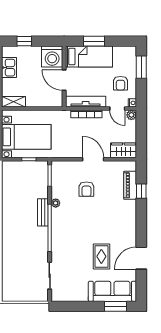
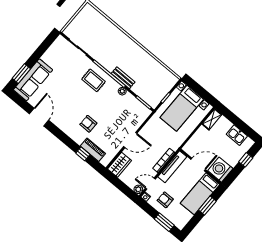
armchair: (86, 189) -> (88, 124), moved
rug: (101, 256) -> (94, 80), moved

